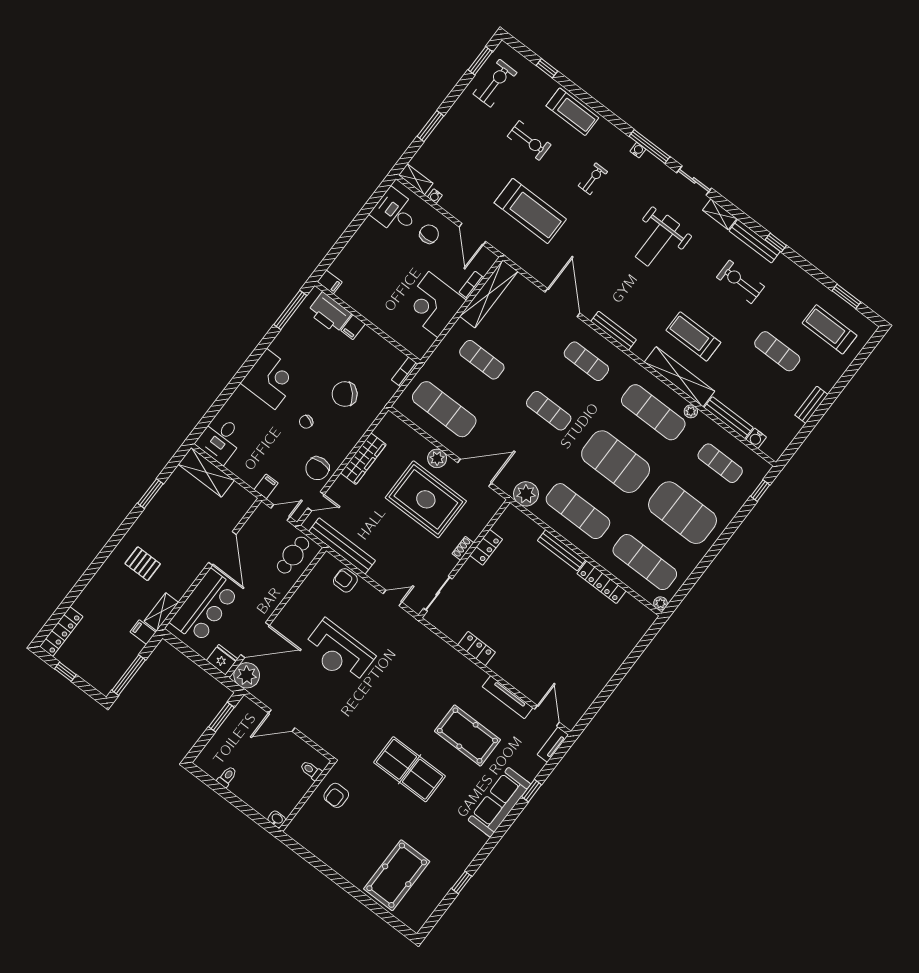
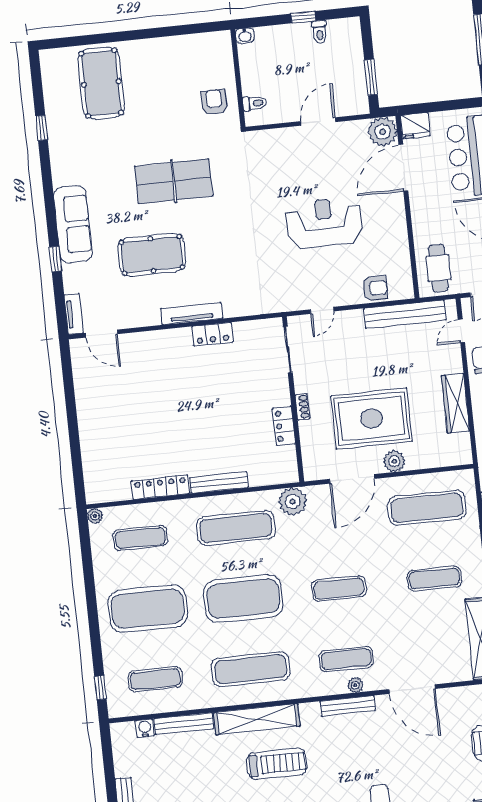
plant: (691, 411) -> (355, 685), moved
exercise mat: (645, 562) -> (140, 538), width x0.73, depth x0.69
tv unit: (508, 697) -> (192, 313), moved
window: (228, 796) -> (303, 17), added

